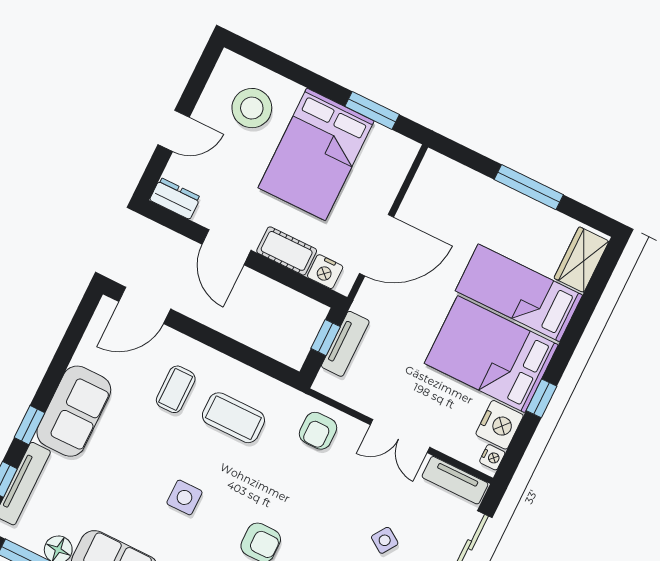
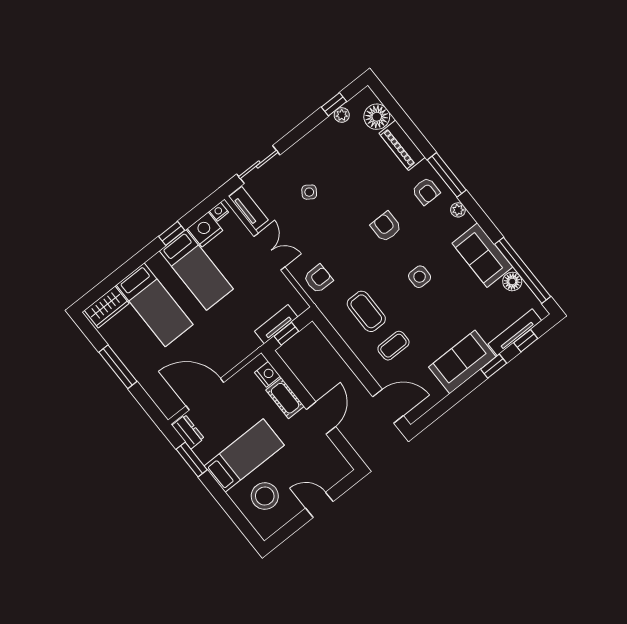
bed: (316, 154) -> (244, 456), width x0.67
dresser: (175, 199) -> (188, 432), moved, turned 180
door: (376, 245) -> (205, 394), moved
bed: (491, 354) -> (196, 270), width x0.67

